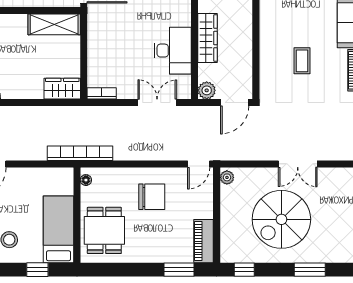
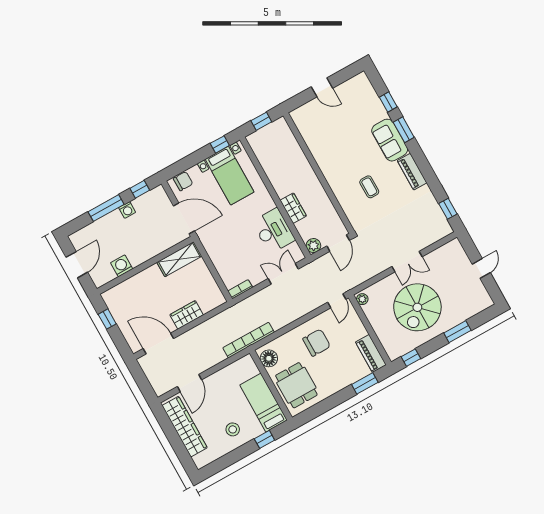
wardrobe: (207, 38) -> (293, 208), width x0.67
wardrobe: (62, 89) -> (187, 315), moved
floor lamp: (86, 180) -> (269, 358), width x1.89, depth x1.89

